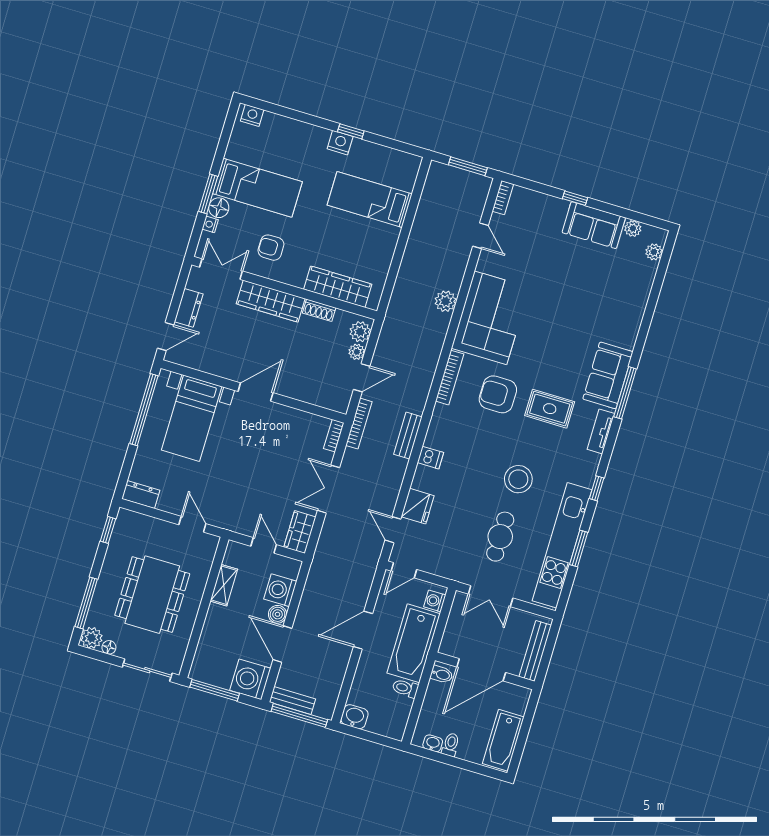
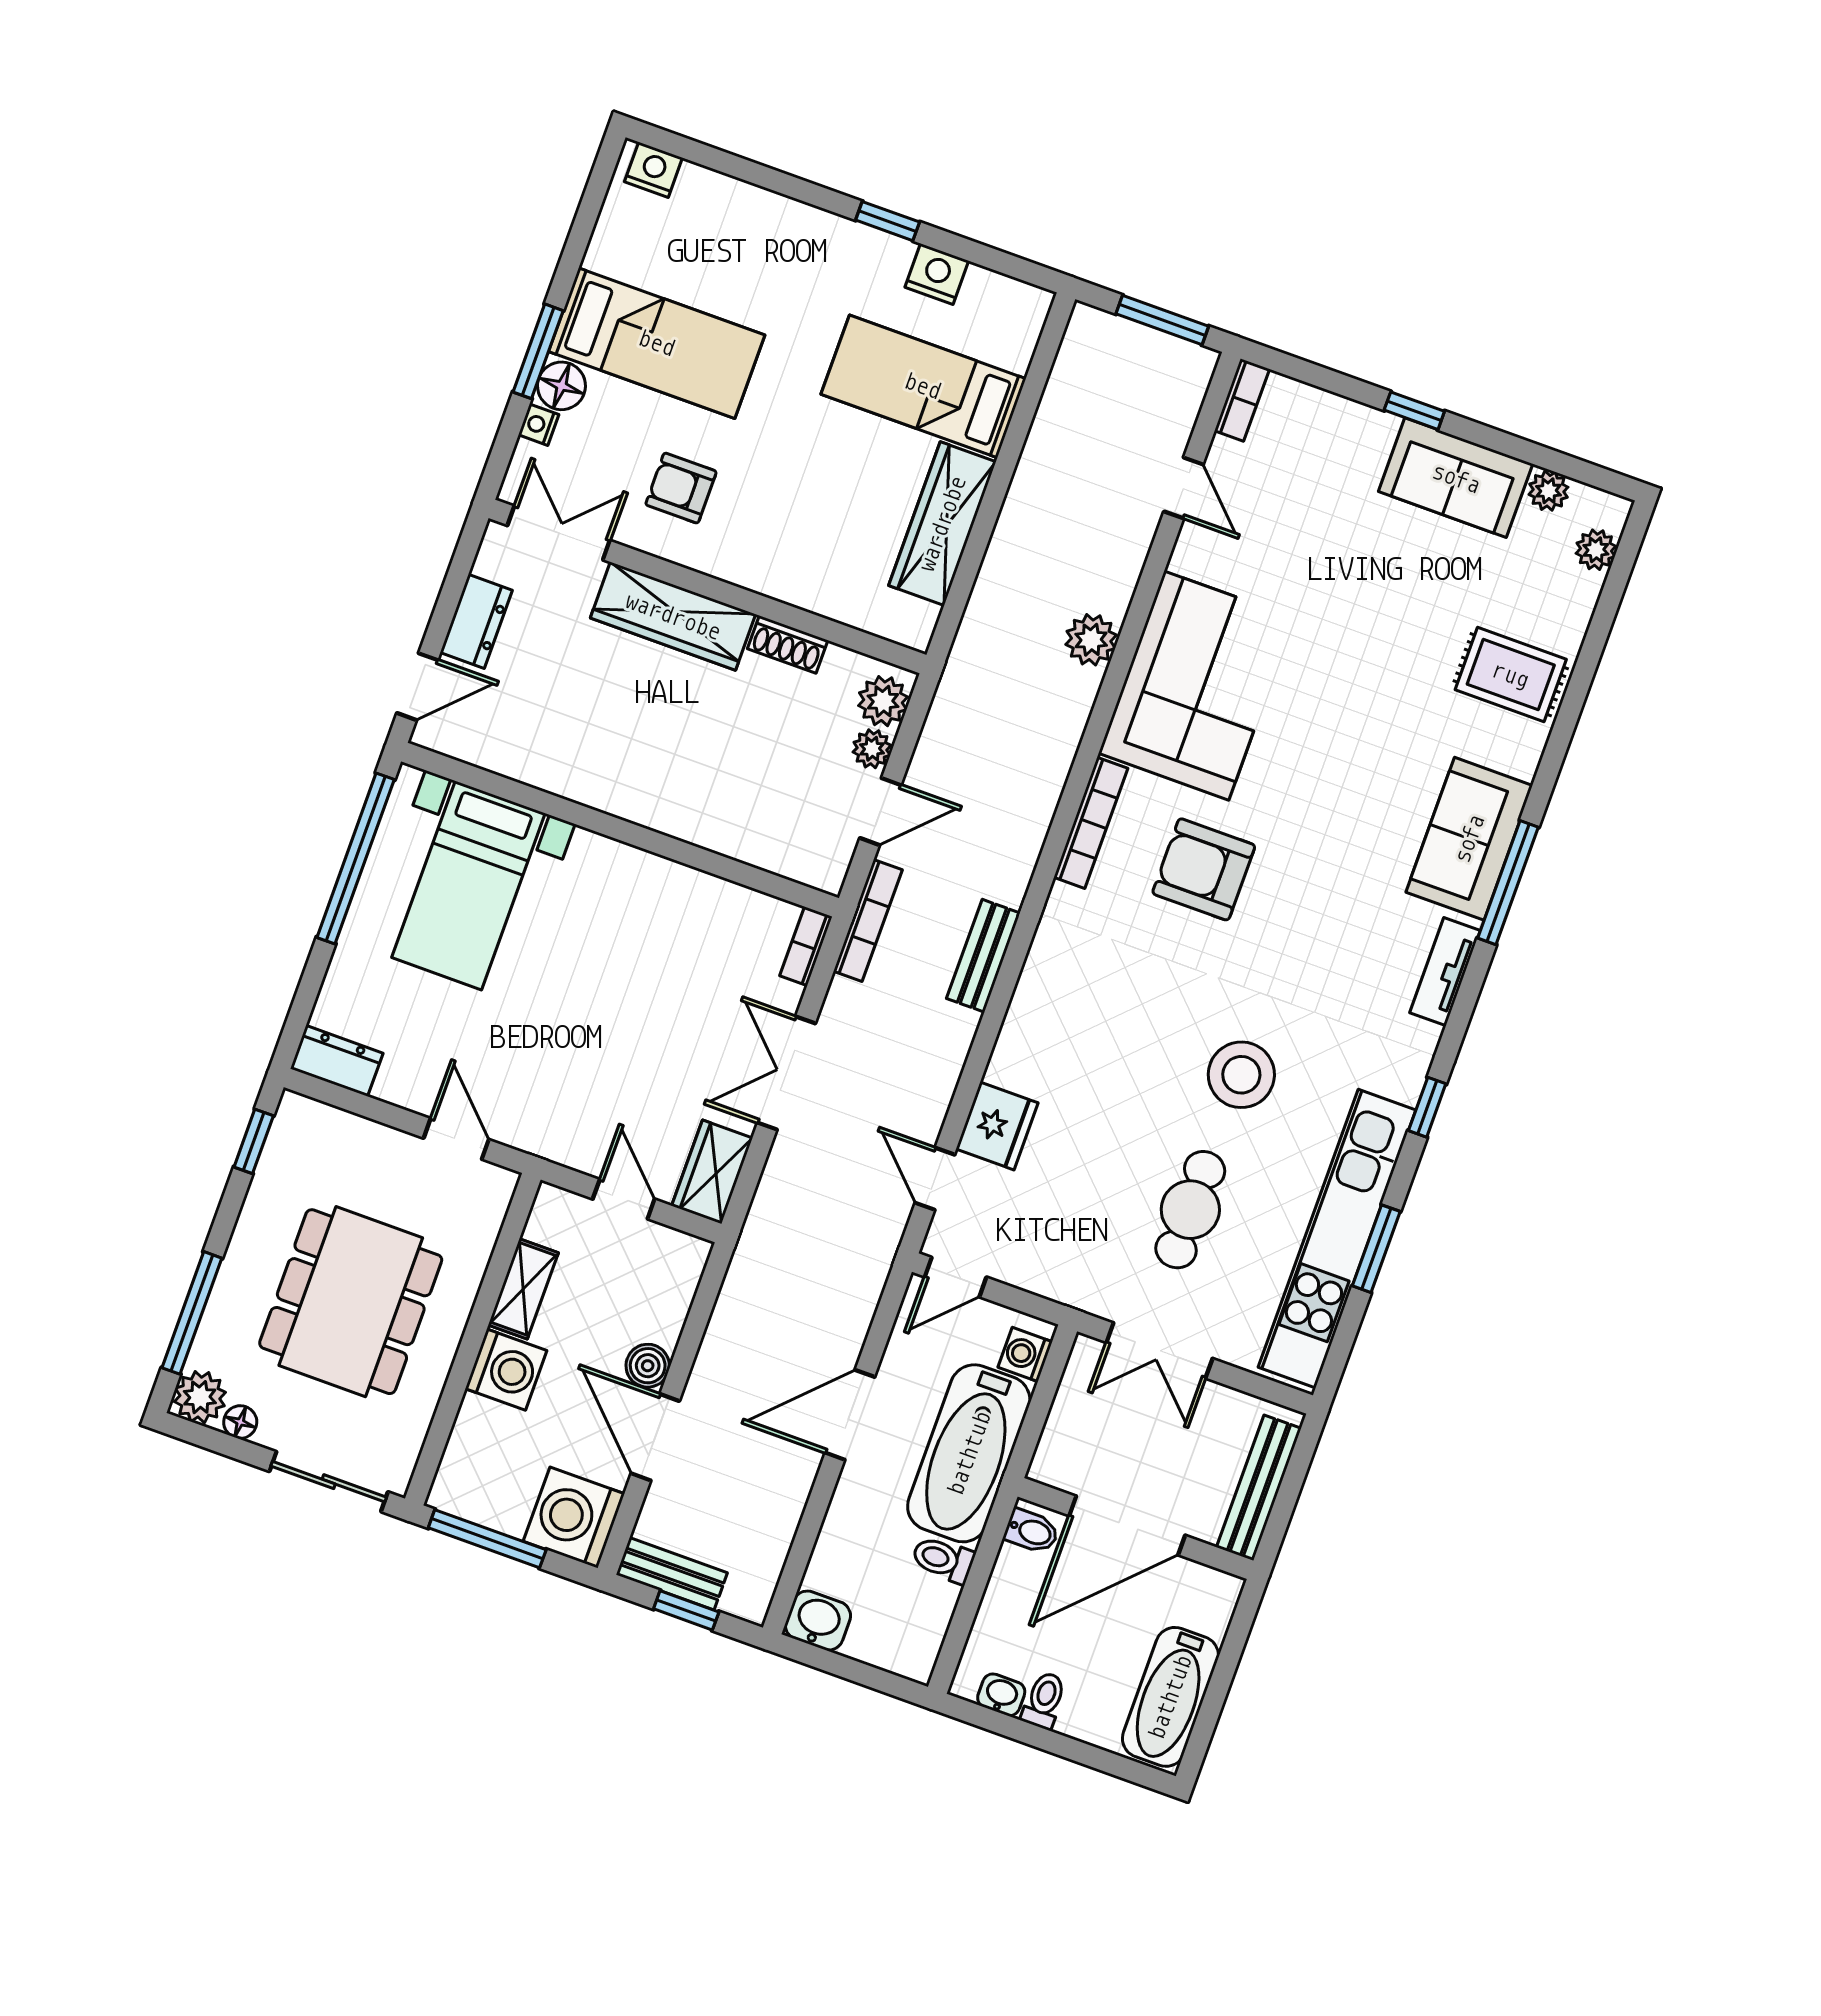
nightstand: (340, 143) -> (937, 274), moved
wardrobe: (338, 287) -> (942, 524), moved, turned -90
door: (256, 392) -> (625, 831), removed
rug: (550, 409) -> (1511, 675), moved
dishwasher: (430, 458) -> (1034, 1011), removed
washing machine: (280, 590) -> (506, 1370), moved, turned 180
window: (299, 715) -> (686, 1610), width x0.46

